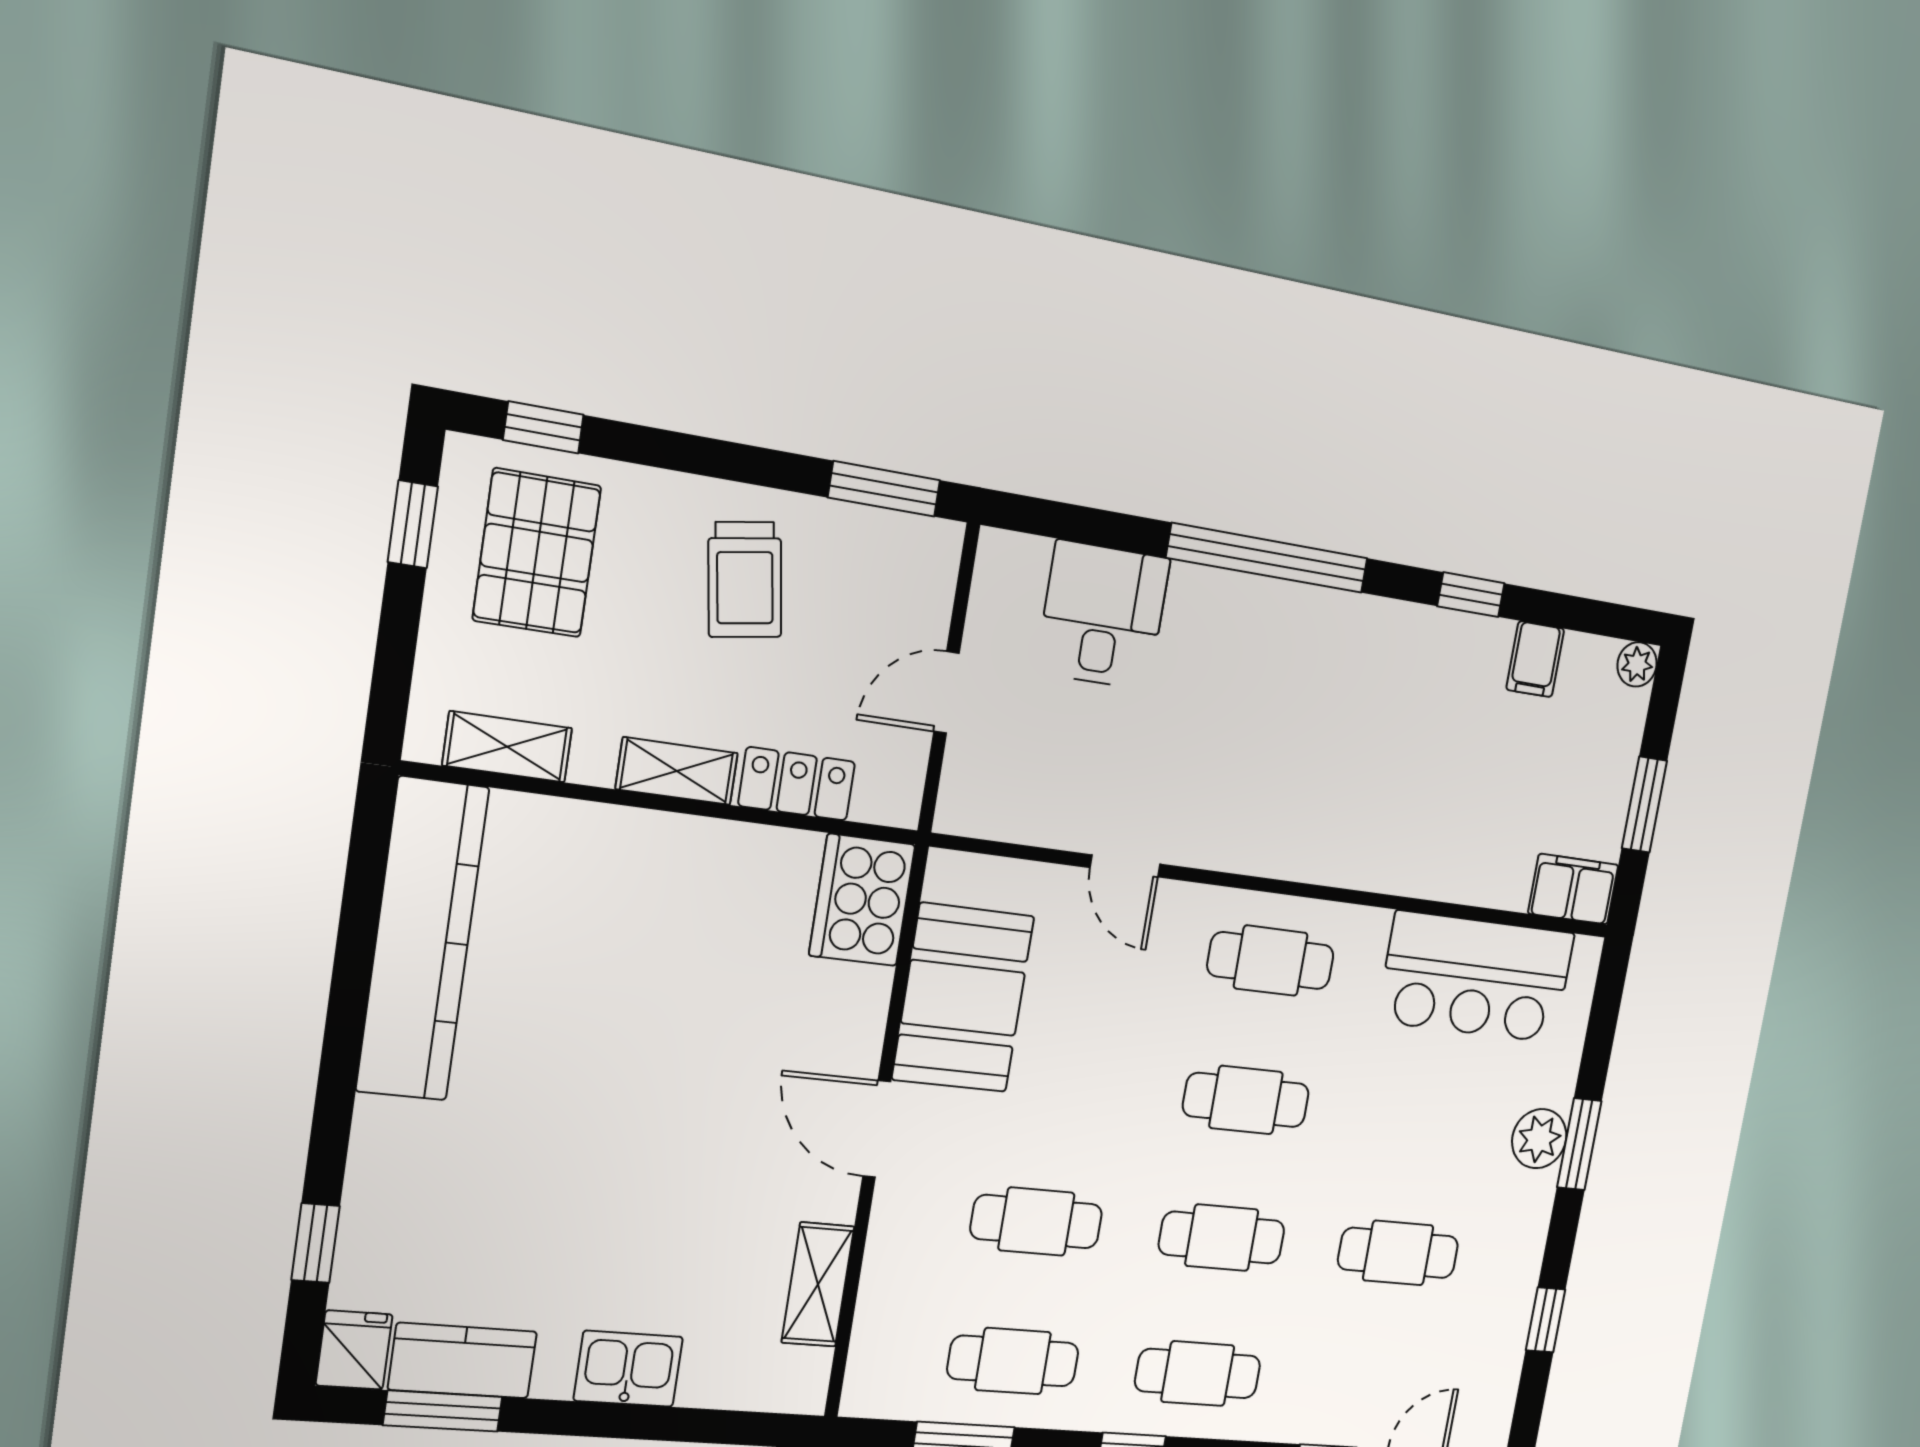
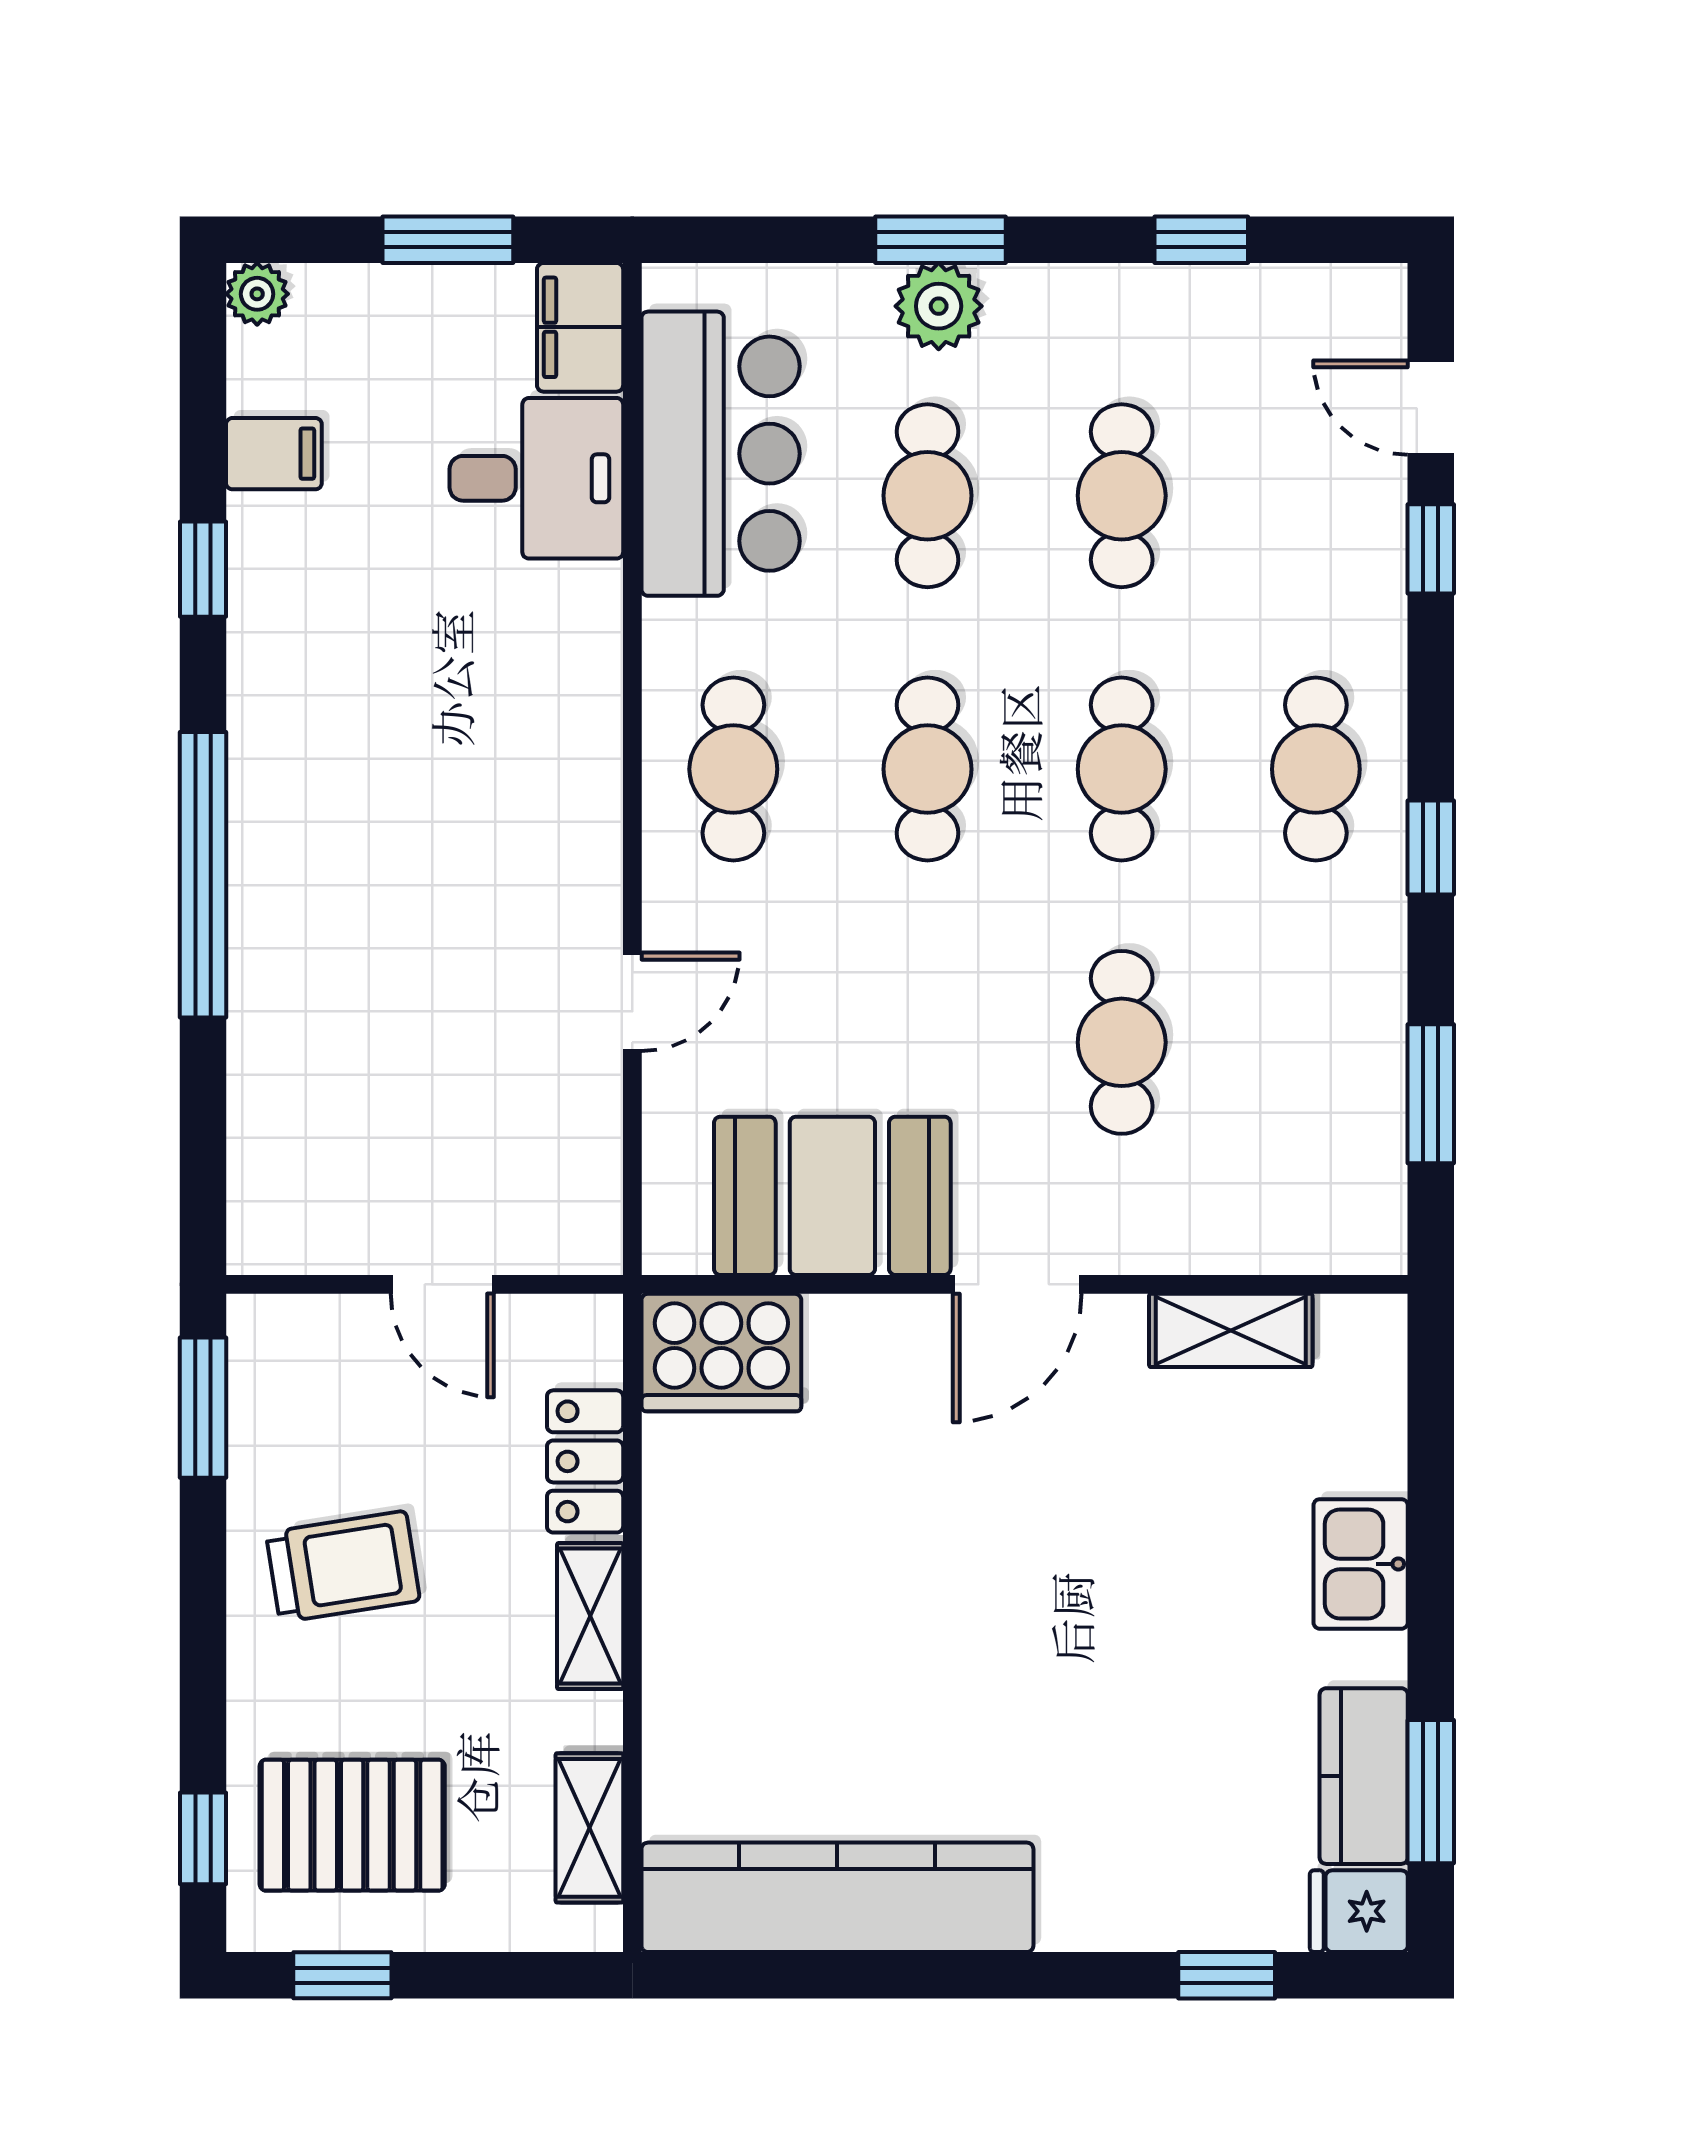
desk: (1103, 615) -> (536, 478), moved, turned 180
cafe table: (1013, 1361) -> (928, 496), moved

